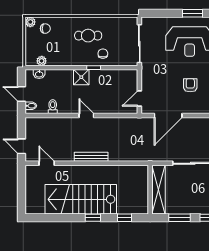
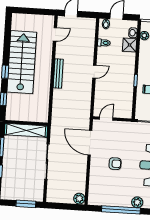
shower: (81, 77) -> (130, 45), moved
door: (139, 99) -> (106, 119), hinge flipped

